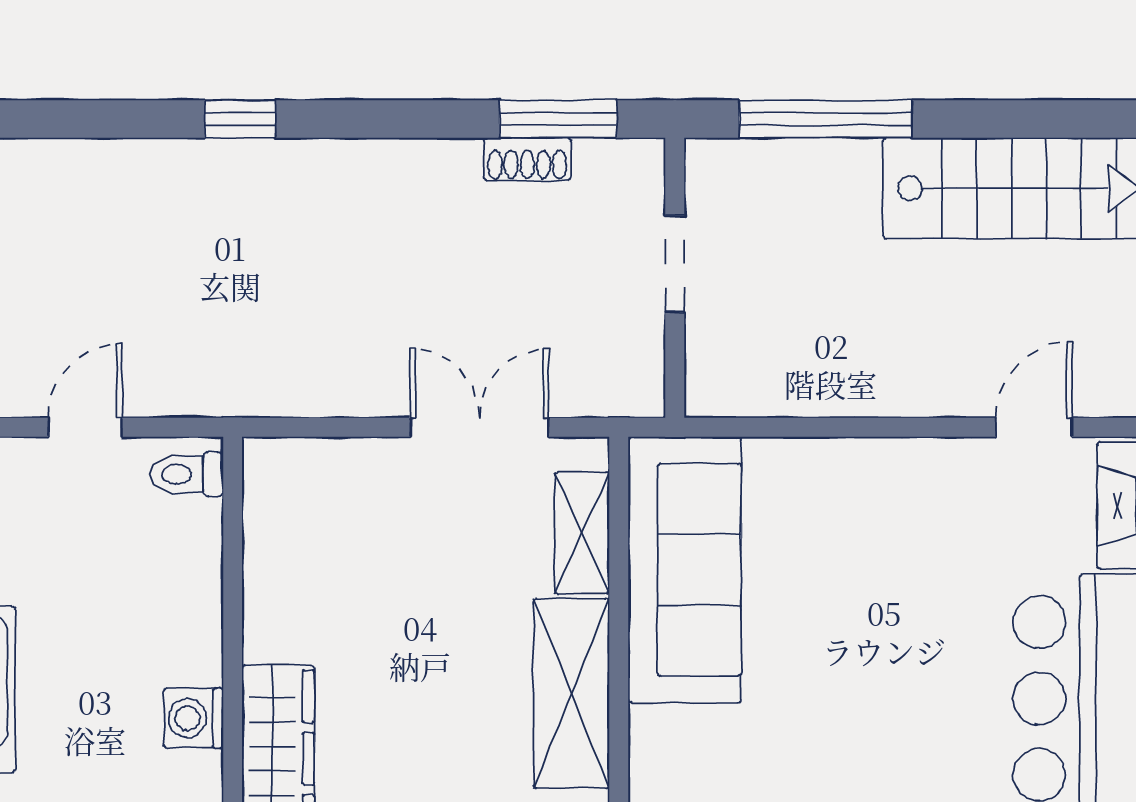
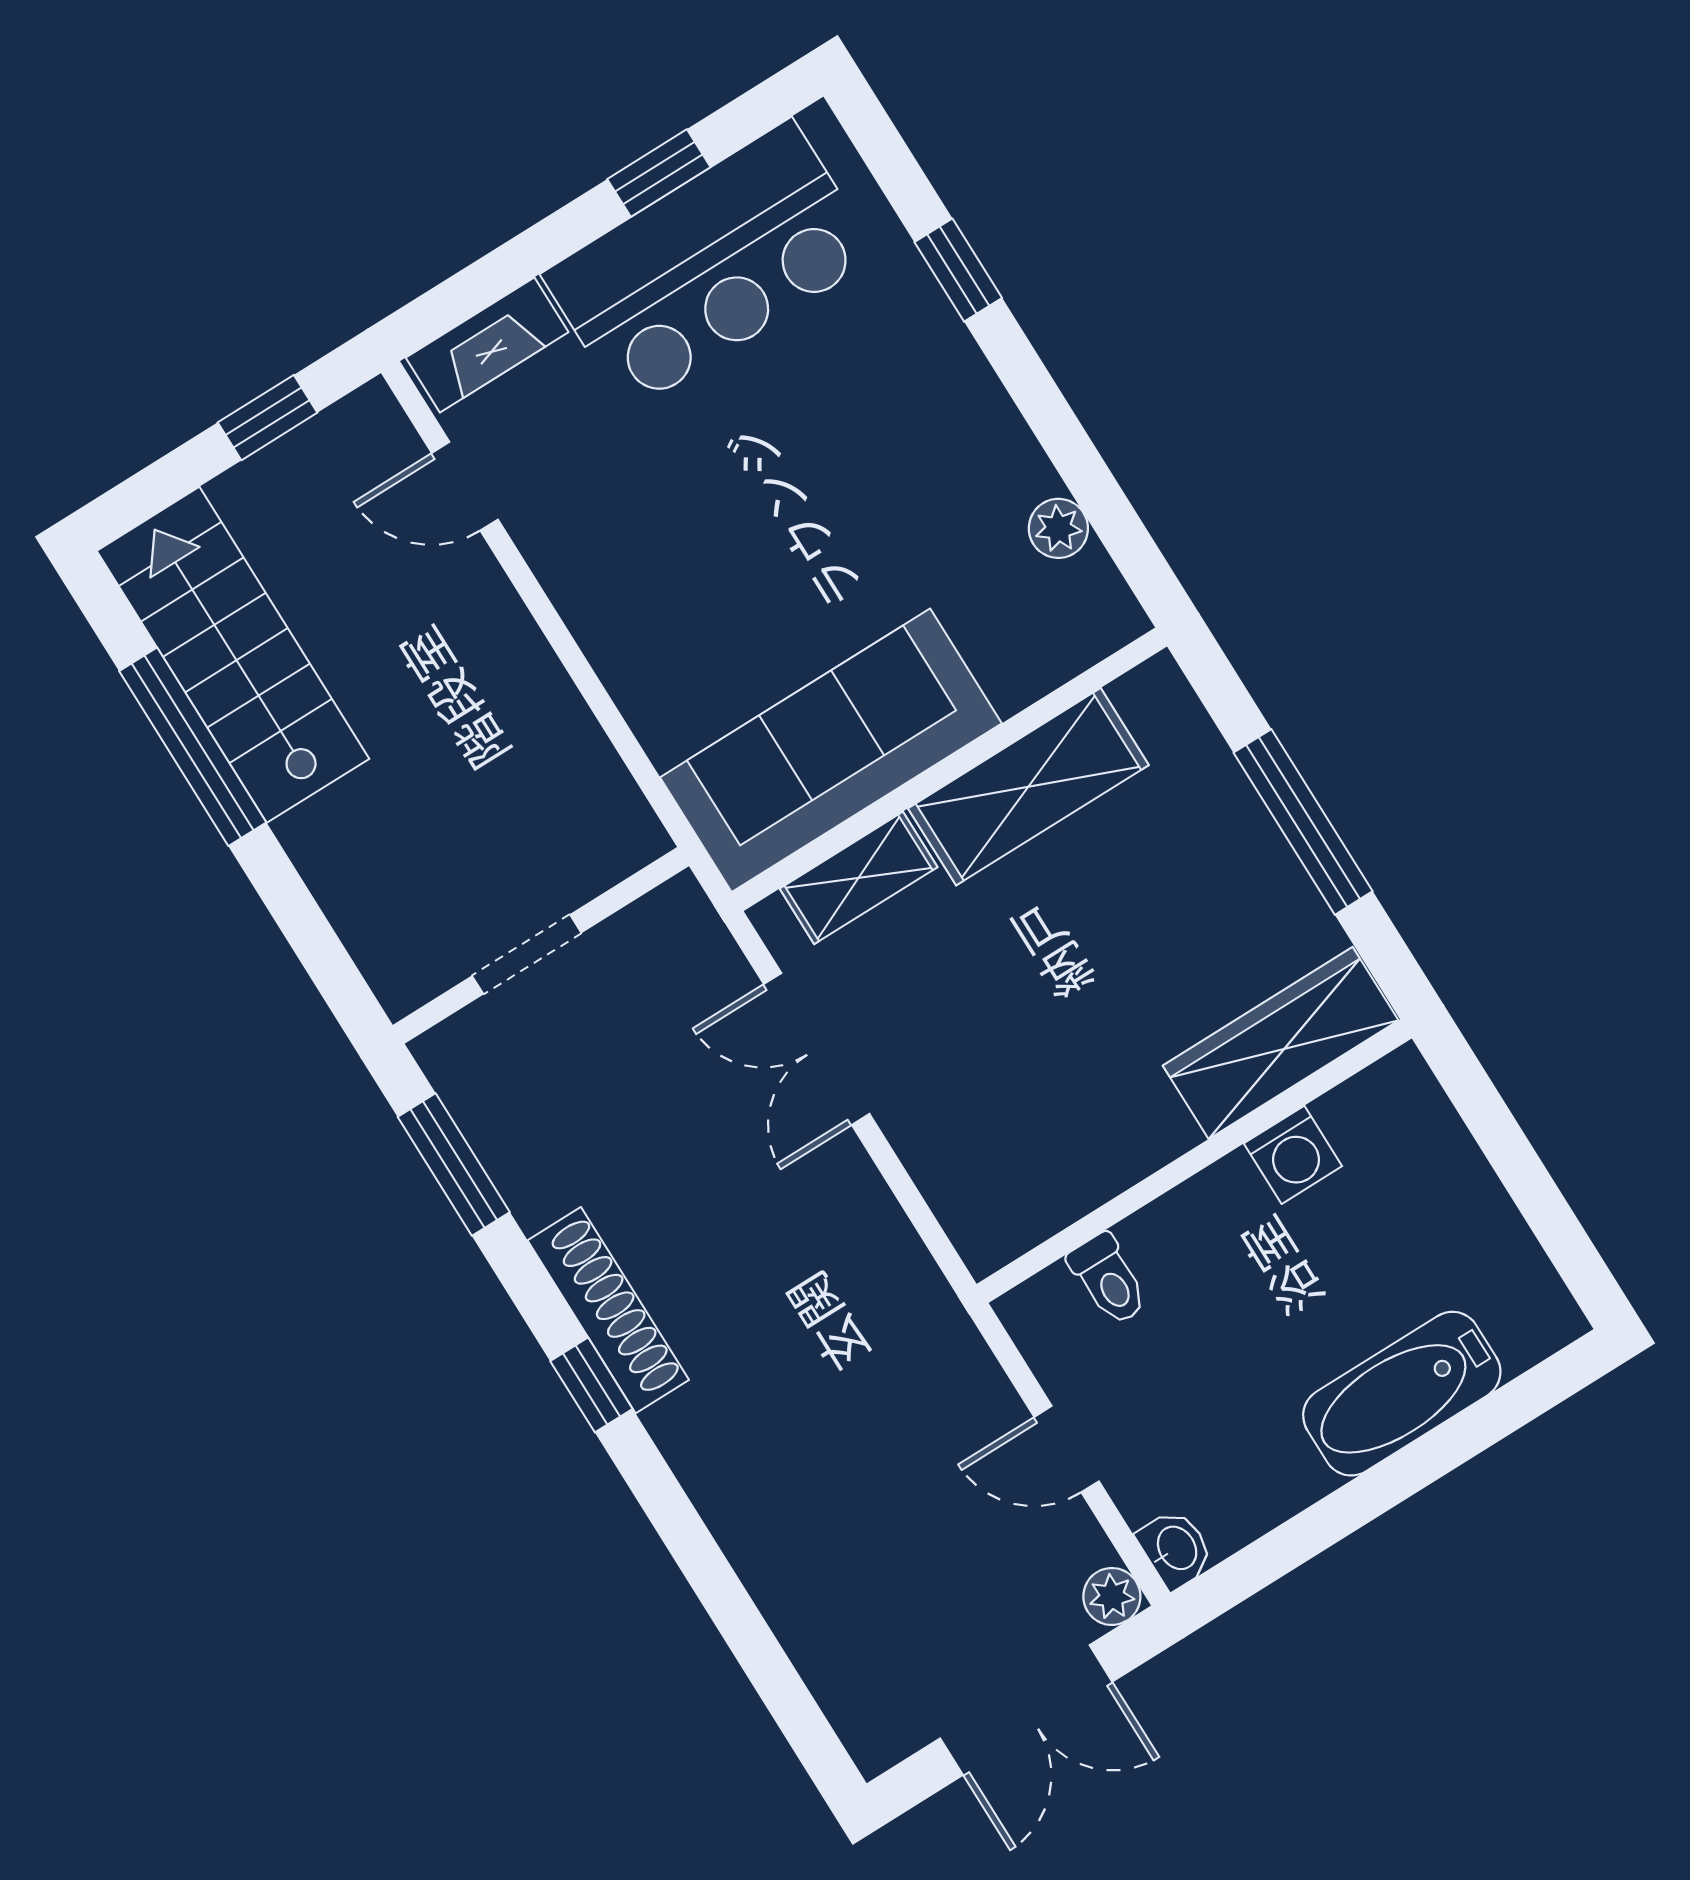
window: (240, 119) -> (591, 1385), moved
window: (826, 119) -> (193, 747), moved
shoe rack: (527, 159) -> (608, 1310), moved, width x1.94, depth x1.24
toilet: (187, 474) -> (1108, 1279), moved

